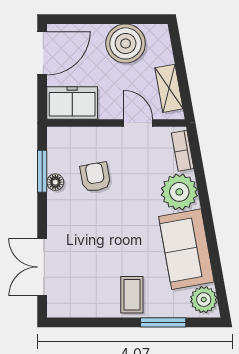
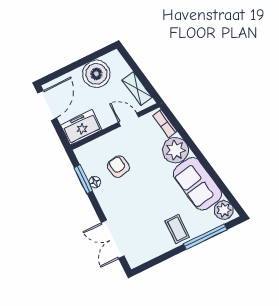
window: (163, 322) -> (205, 237), width x1.44

